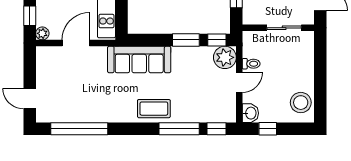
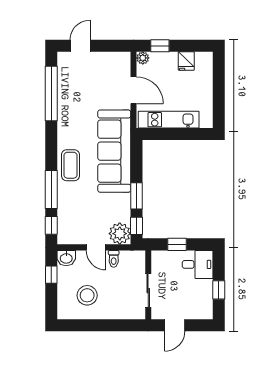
sofa: (139, 60) -> (114, 151), width x1.36, depth x1.27
stool: (301, 103) -> (87, 295), moved

